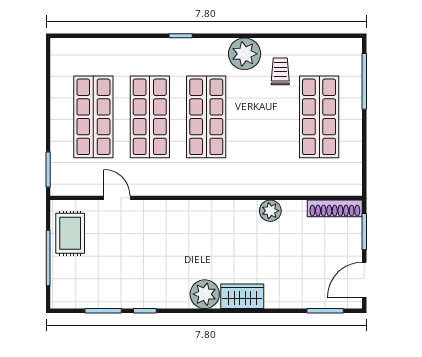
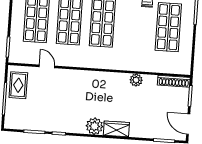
door: (364, 280) -> (188, 124), hinge flipped

